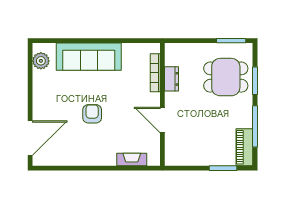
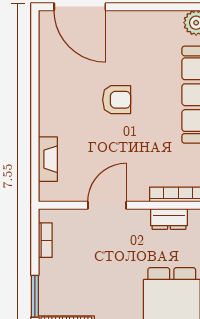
bookcase: (186, 161) -> (45, 240), added

